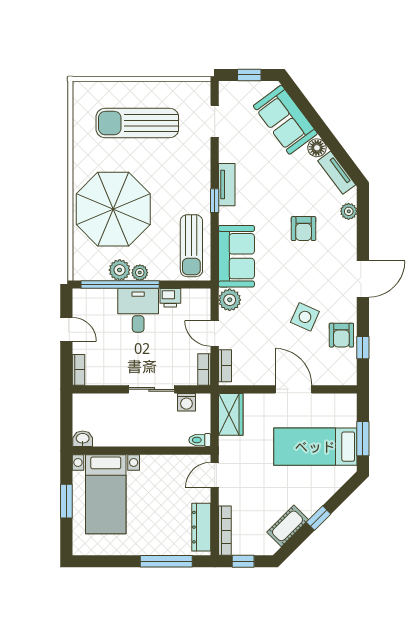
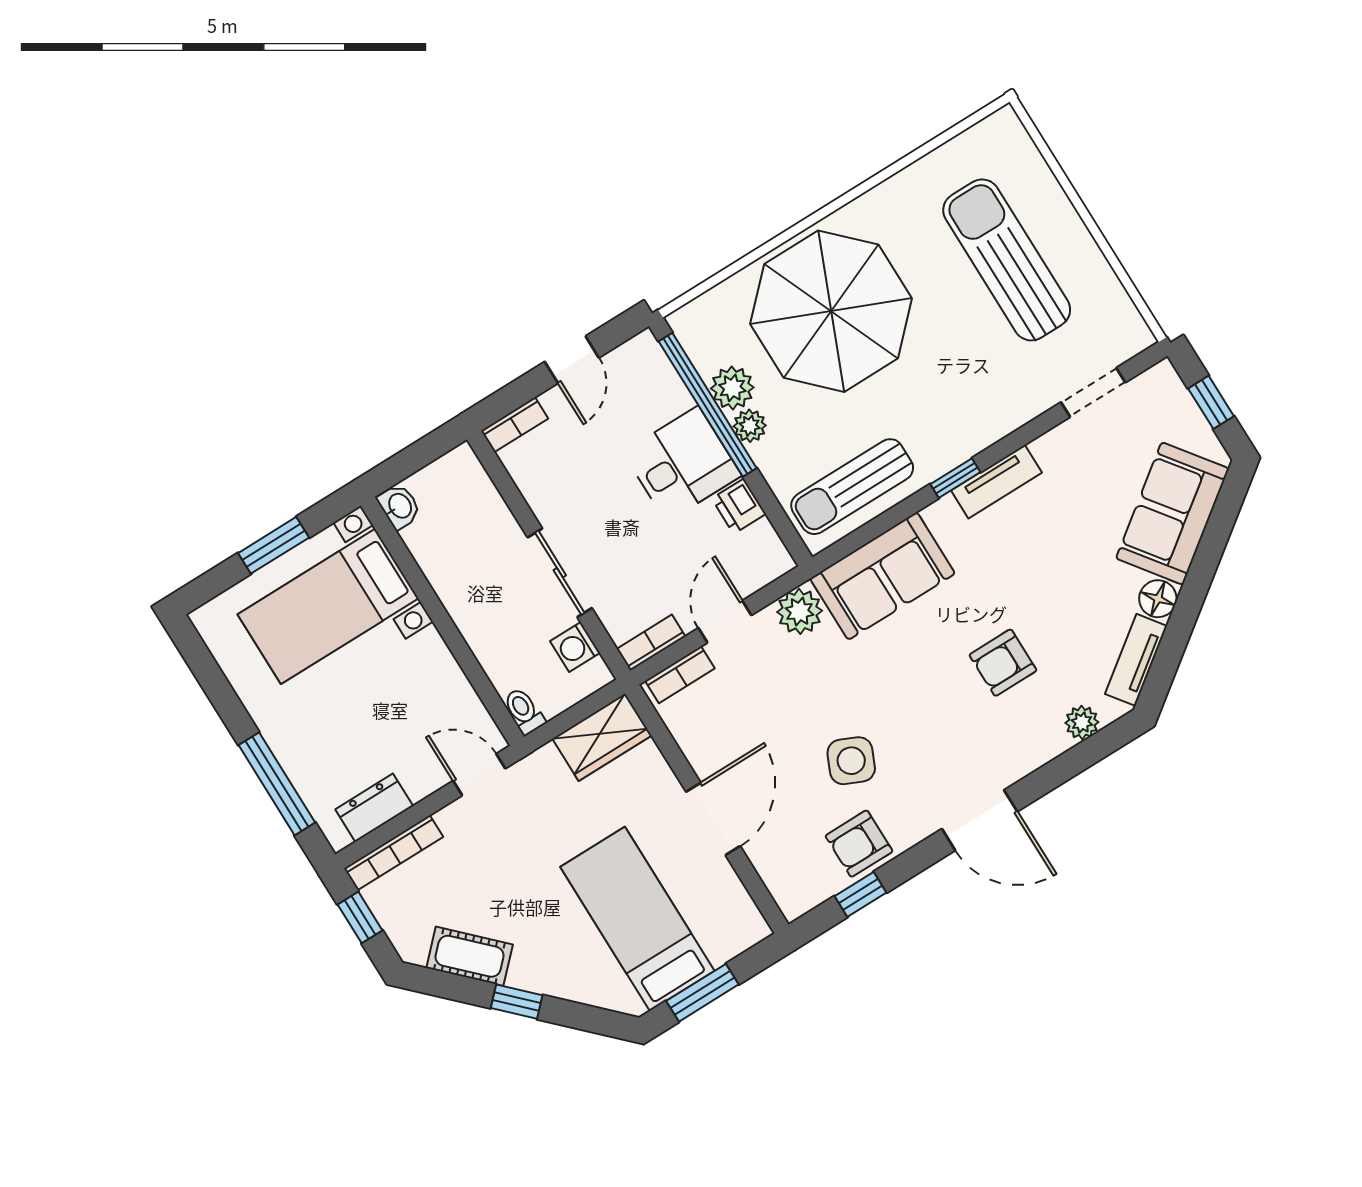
dresser: (201, 527) -> (374, 808), width x0.70

